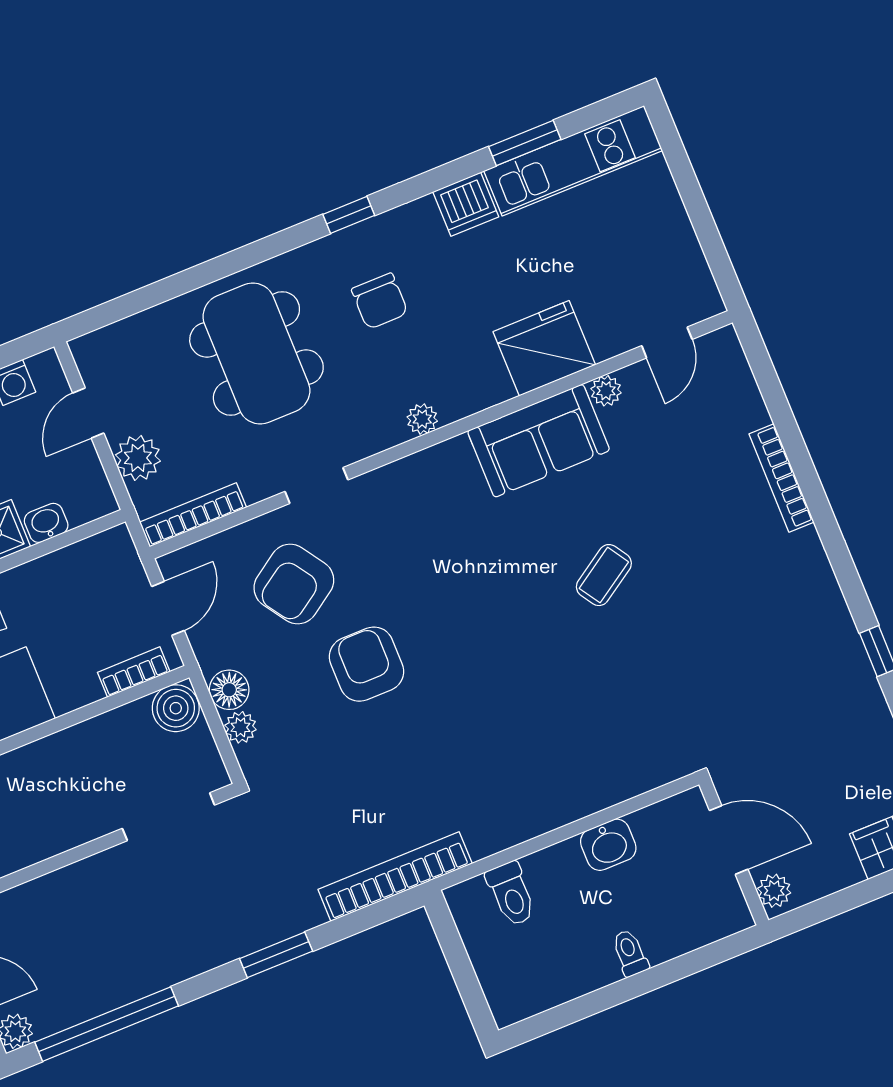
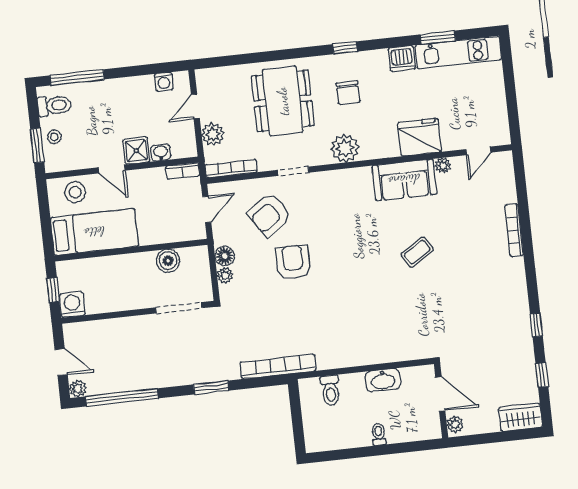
plant: (422, 419) -> (345, 148), width x1.88, depth x1.88
bookcase: (134, 672) -> (183, 171), moved, turned 180
boiler: (176, 708) -> (168, 261), moved
washbasin: (608, 845) -> (383, 380), width x1.38

